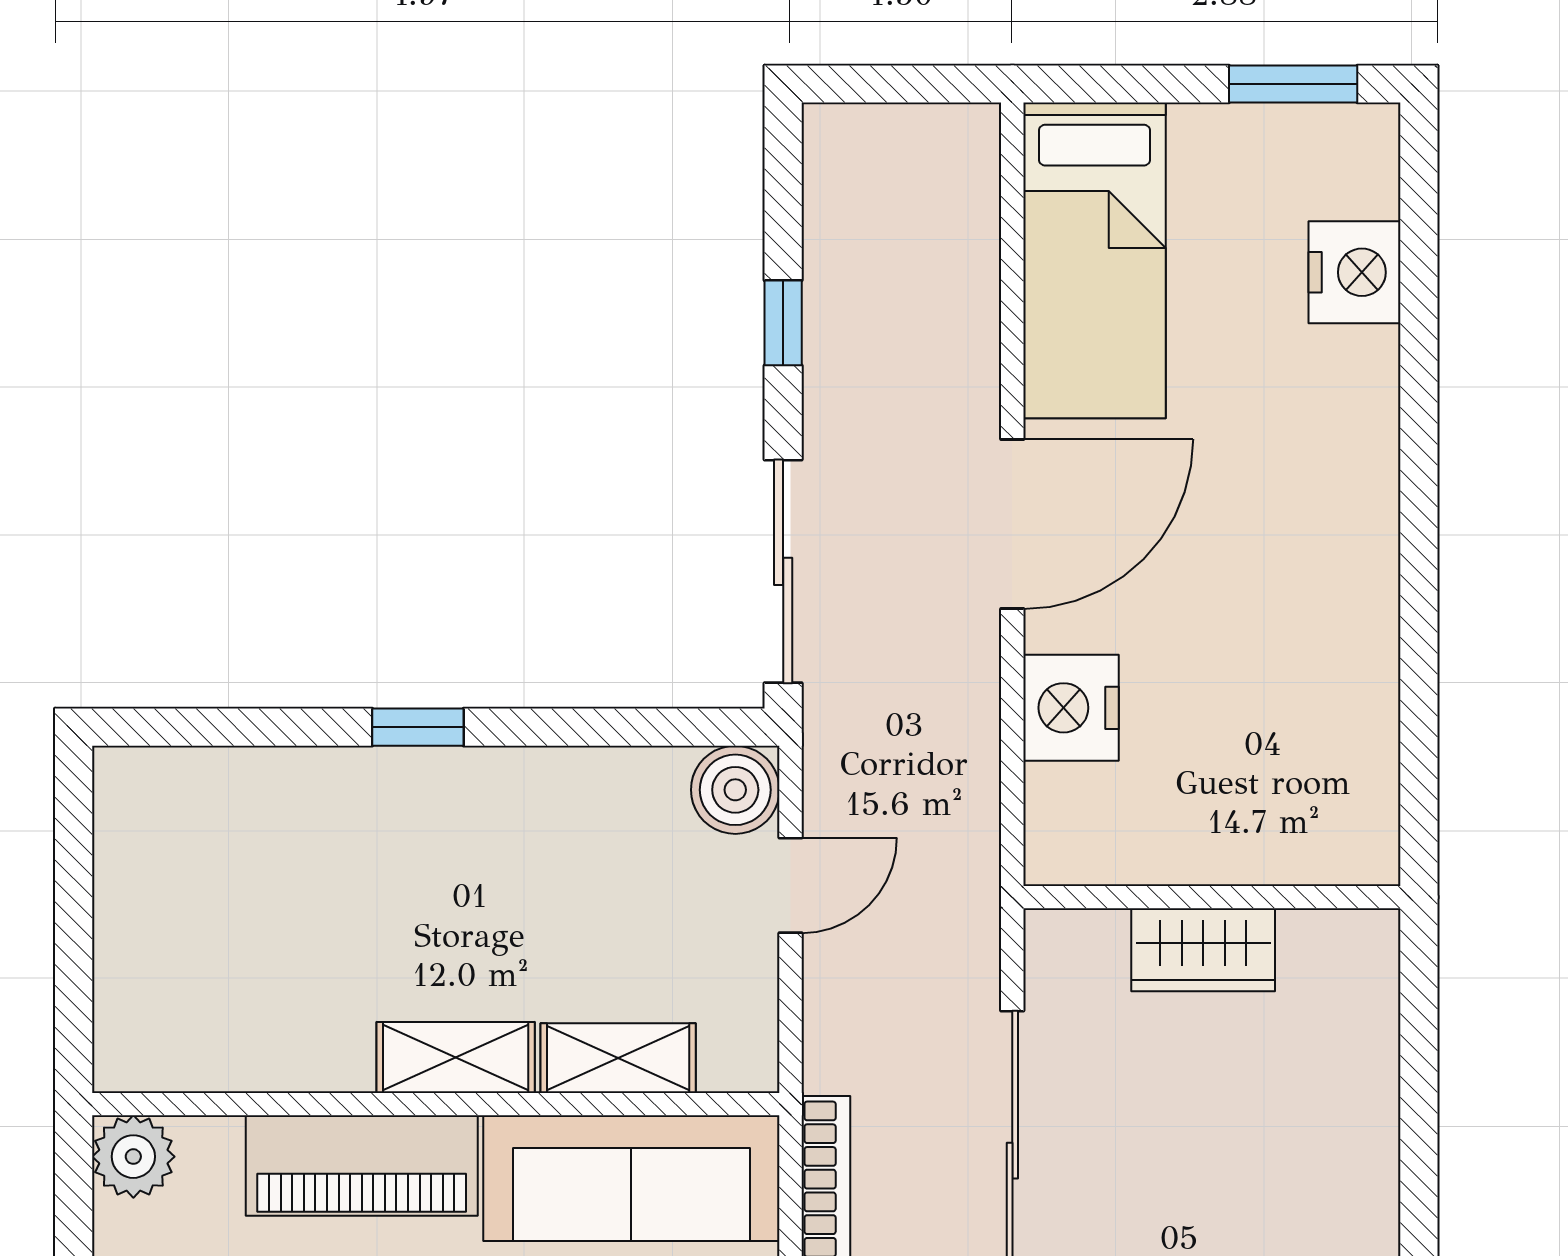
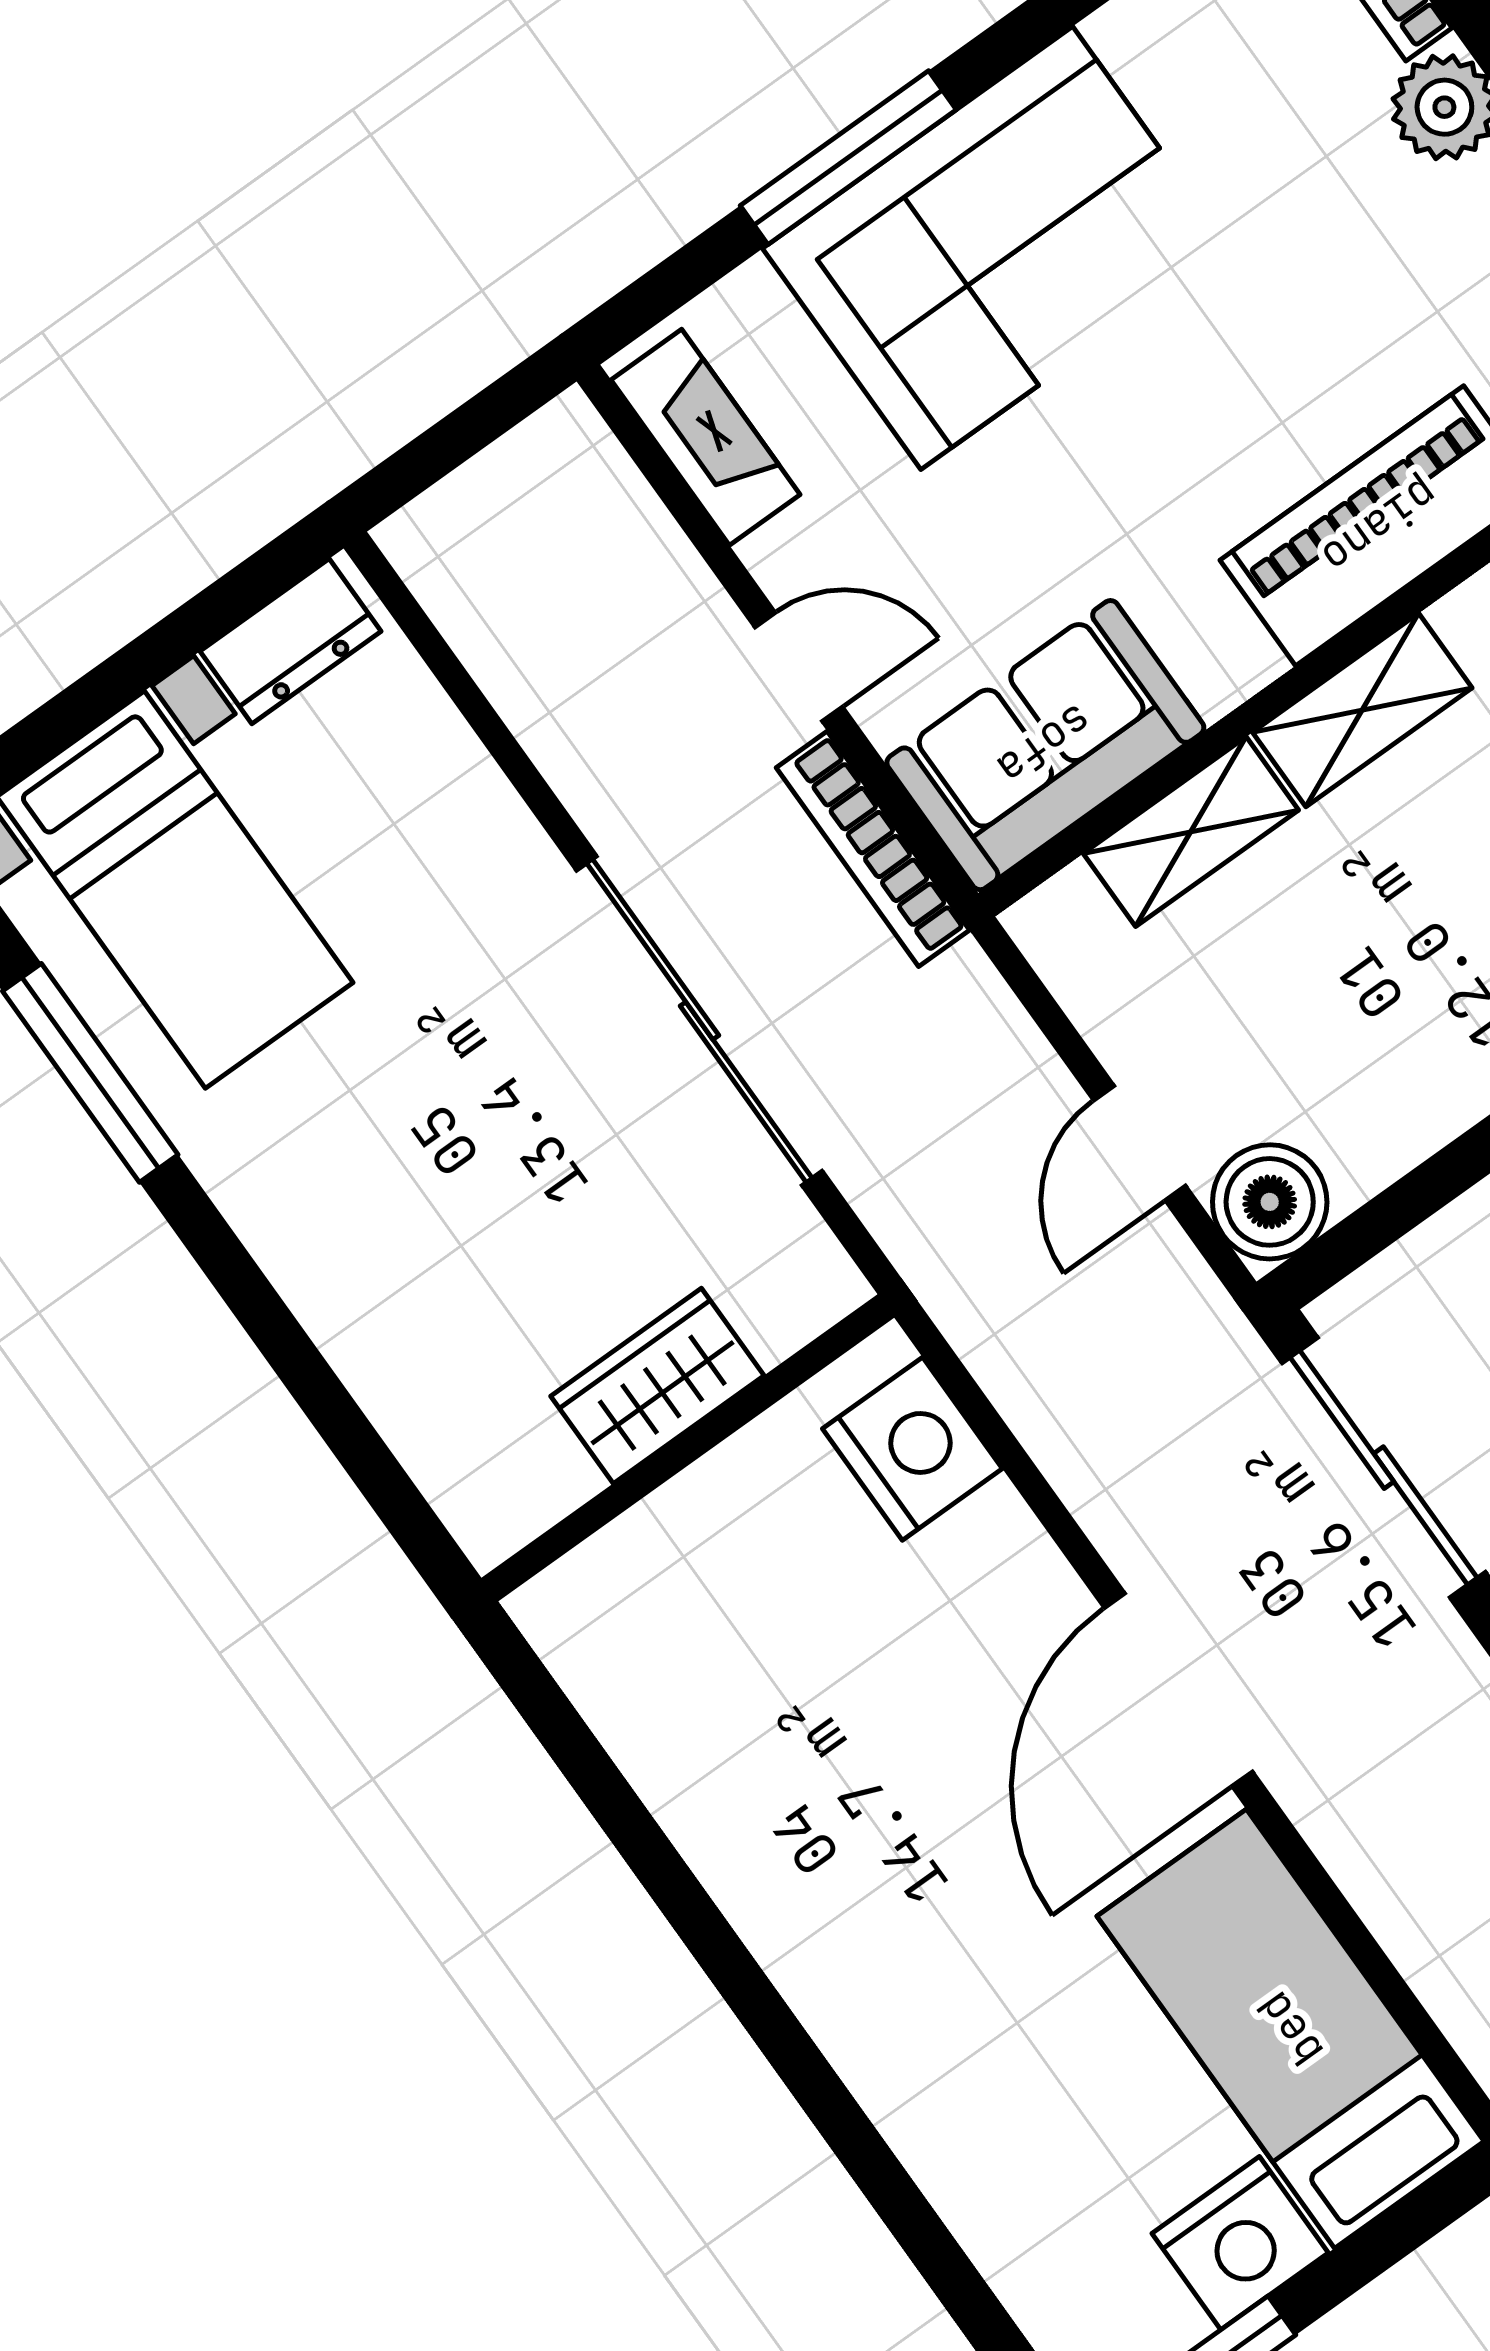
nightstand: (1355, 272) -> (1240, 2243), moved, turned -90
nightstand: (1071, 708) -> (912, 1449), moved
sofa: (631, 1178) -> (1045, 745), width x0.73

